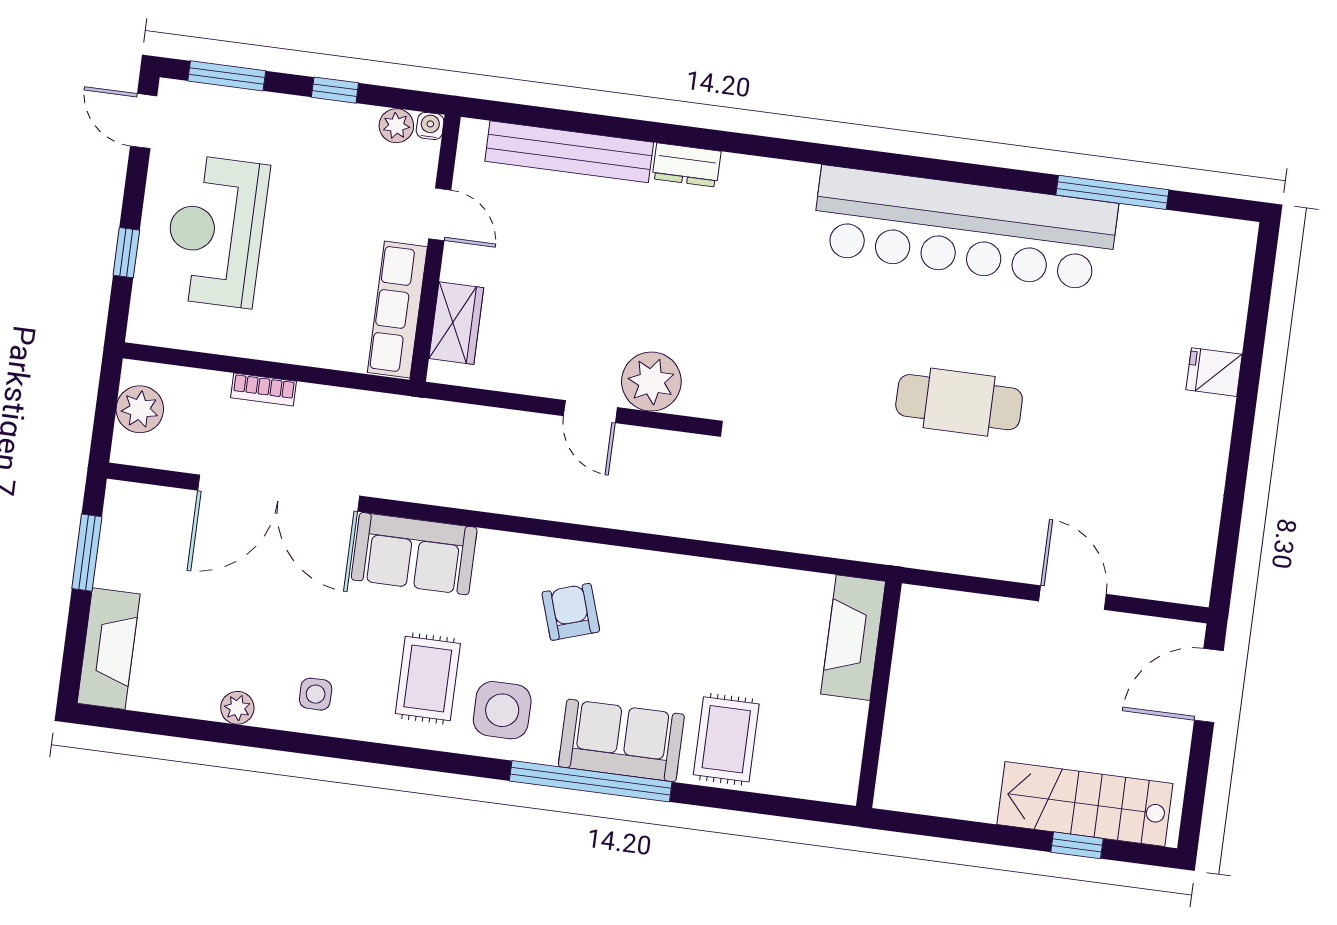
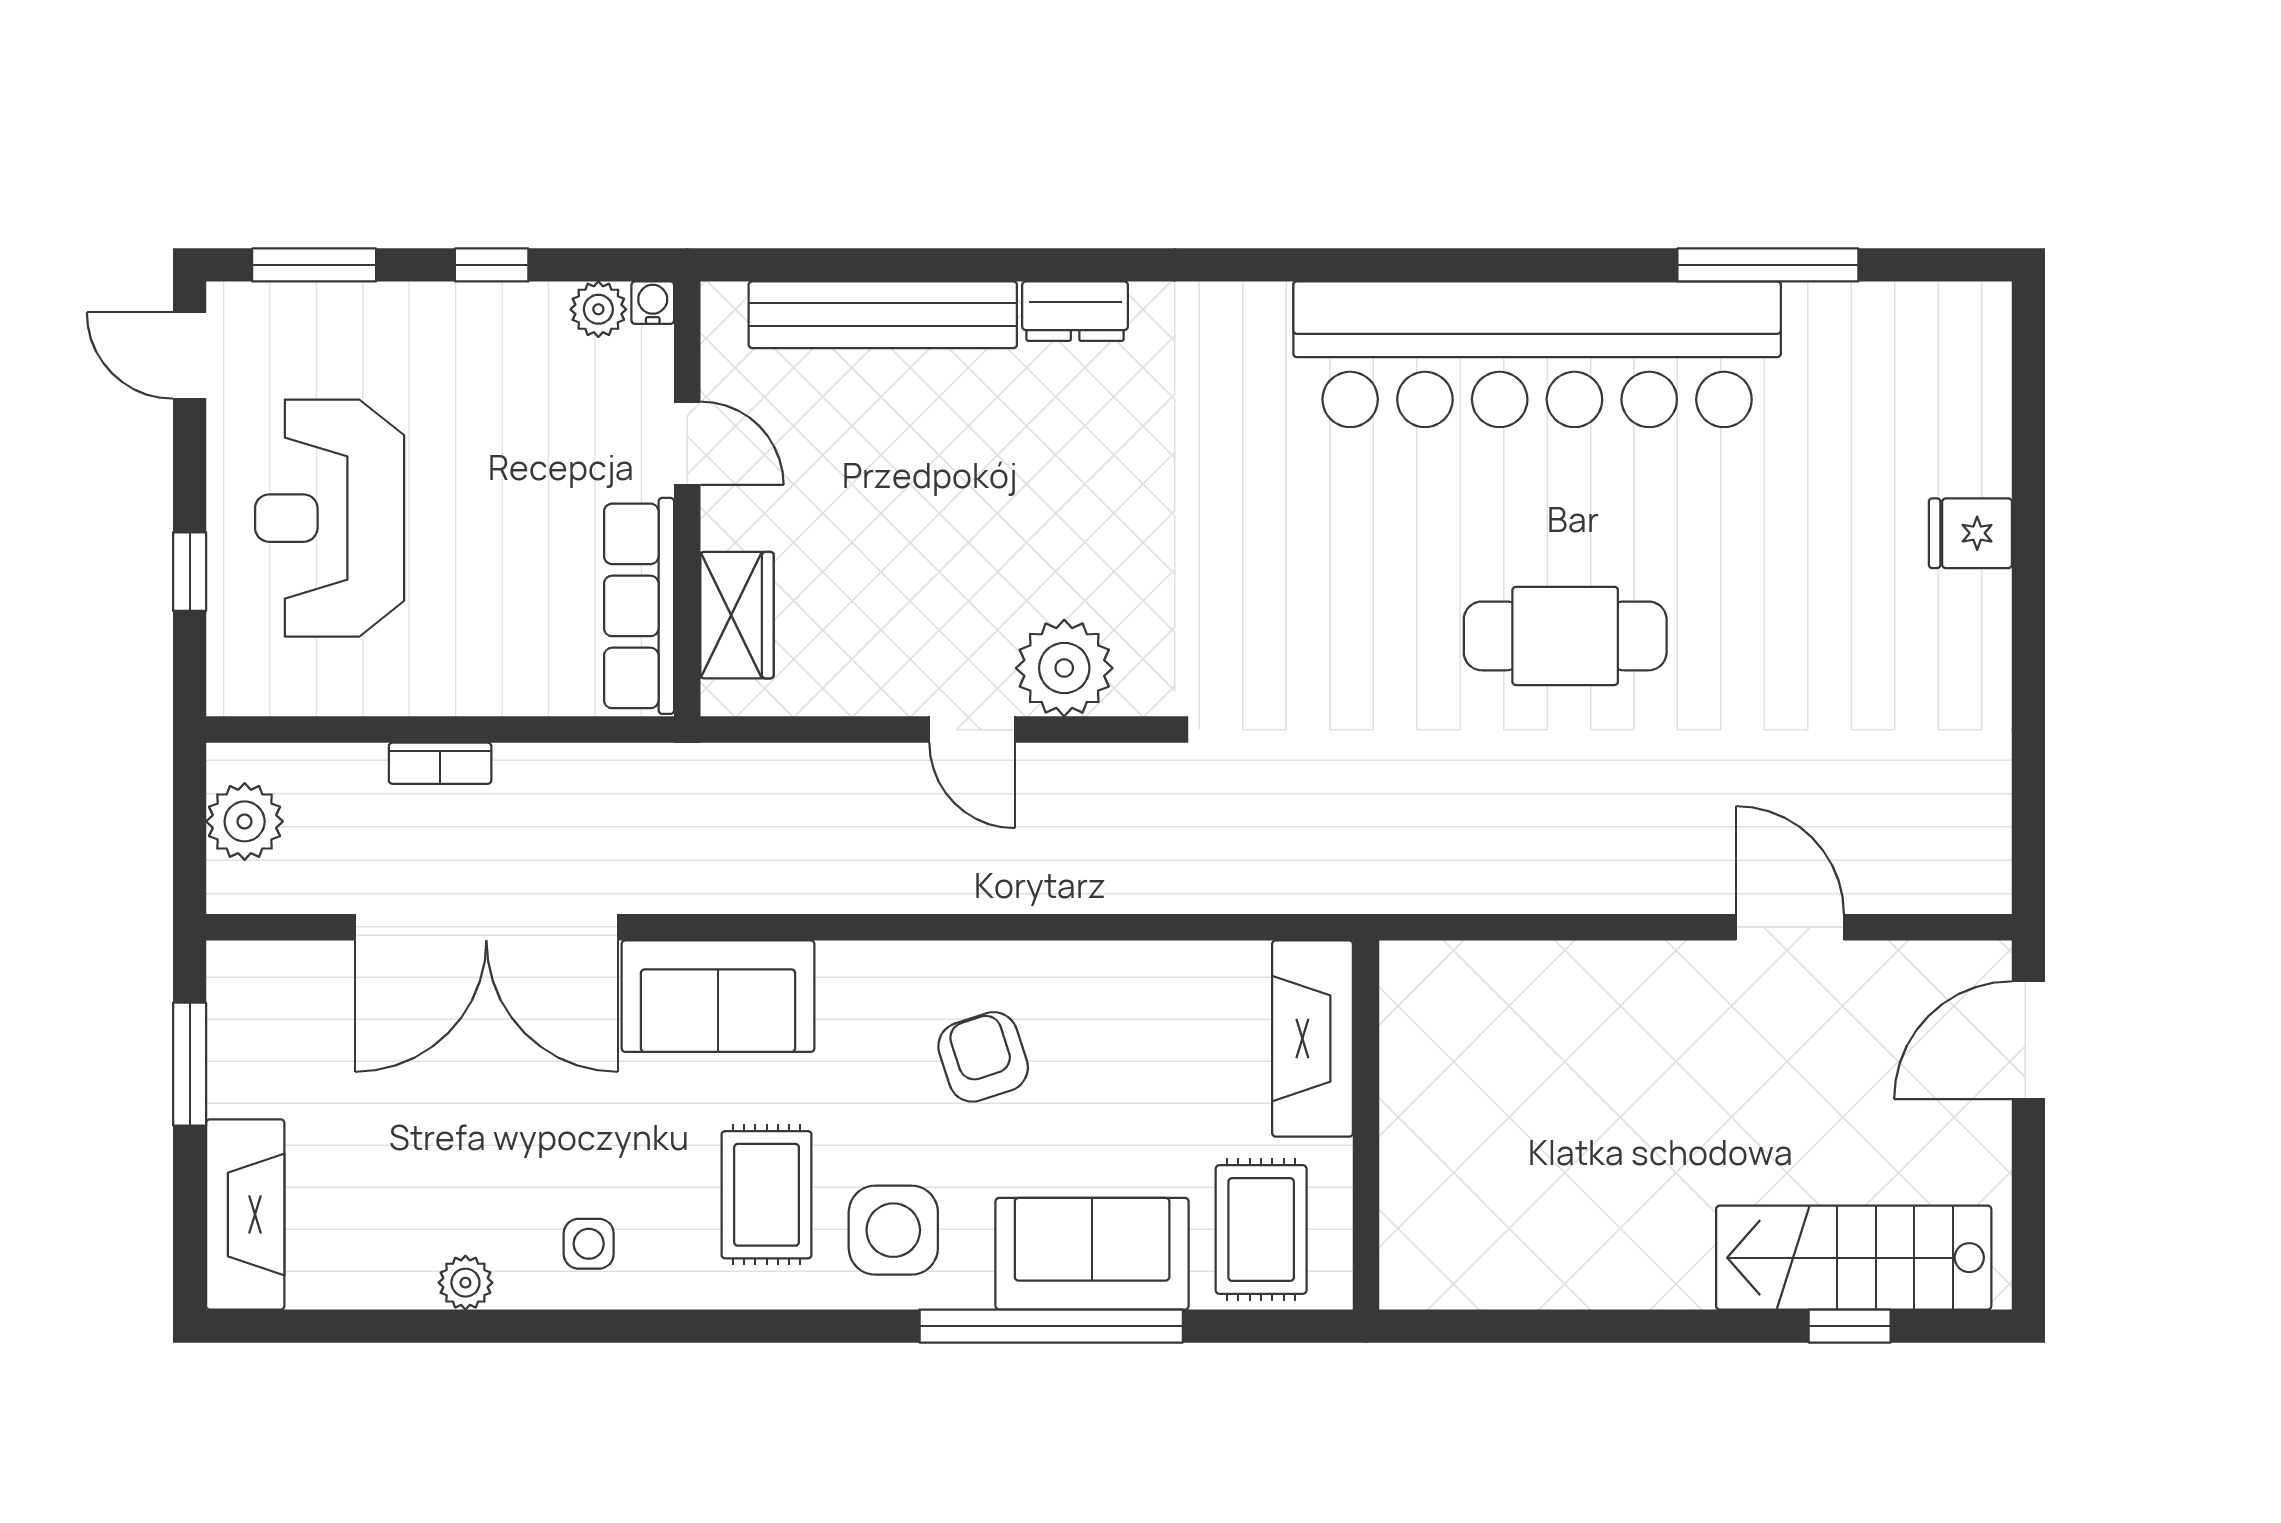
fireplace: (853, 638) -> (1313, 1039), moved
wall: (879, 695) -> (1366, 1125), moved

